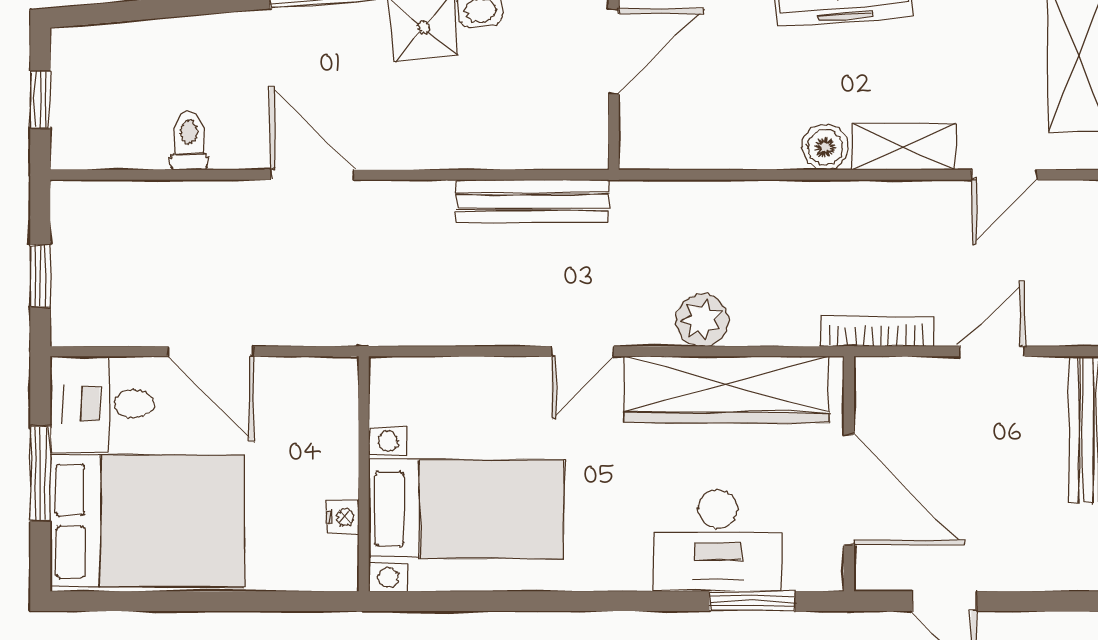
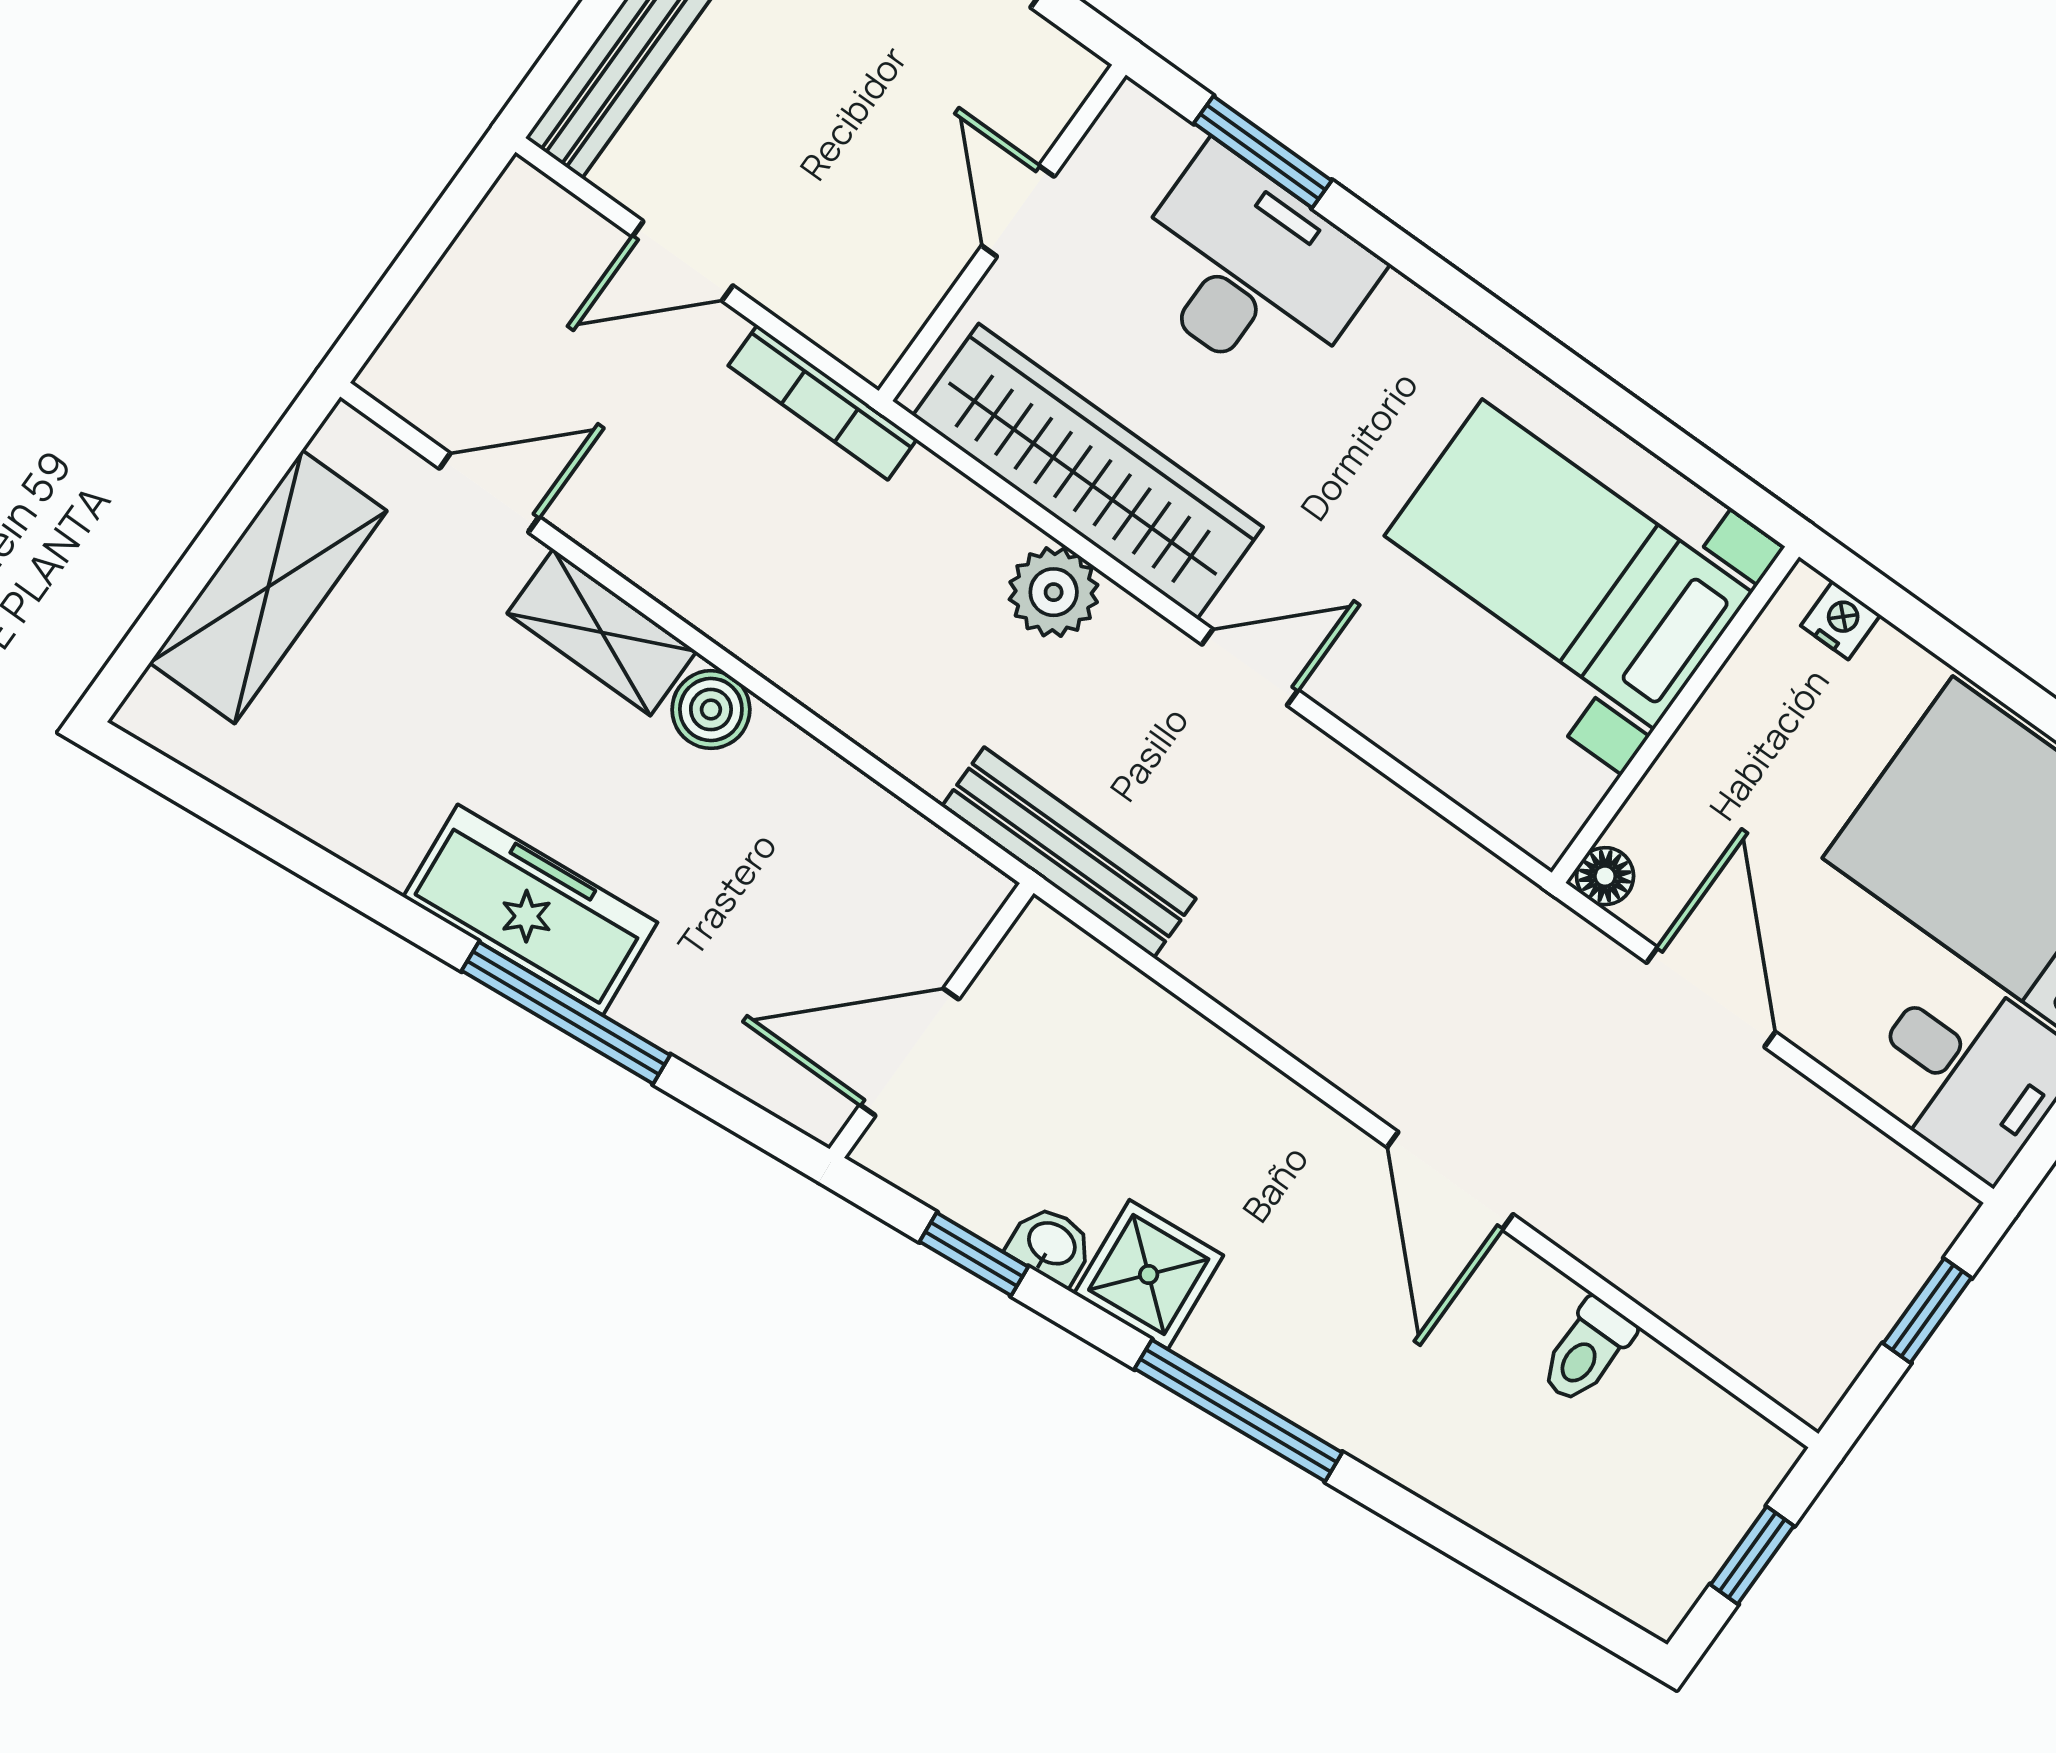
bench: (532, 201) -> (1069, 853), moved
door: (211, 351) -> (1711, 997), moved
floor lamp: (342, 373) -> (1605, 876), added
door: (849, 489) -> (1018, 211), width x0.53
nightstand: (343, 517) -> (1841, 620), moved, turned 90

